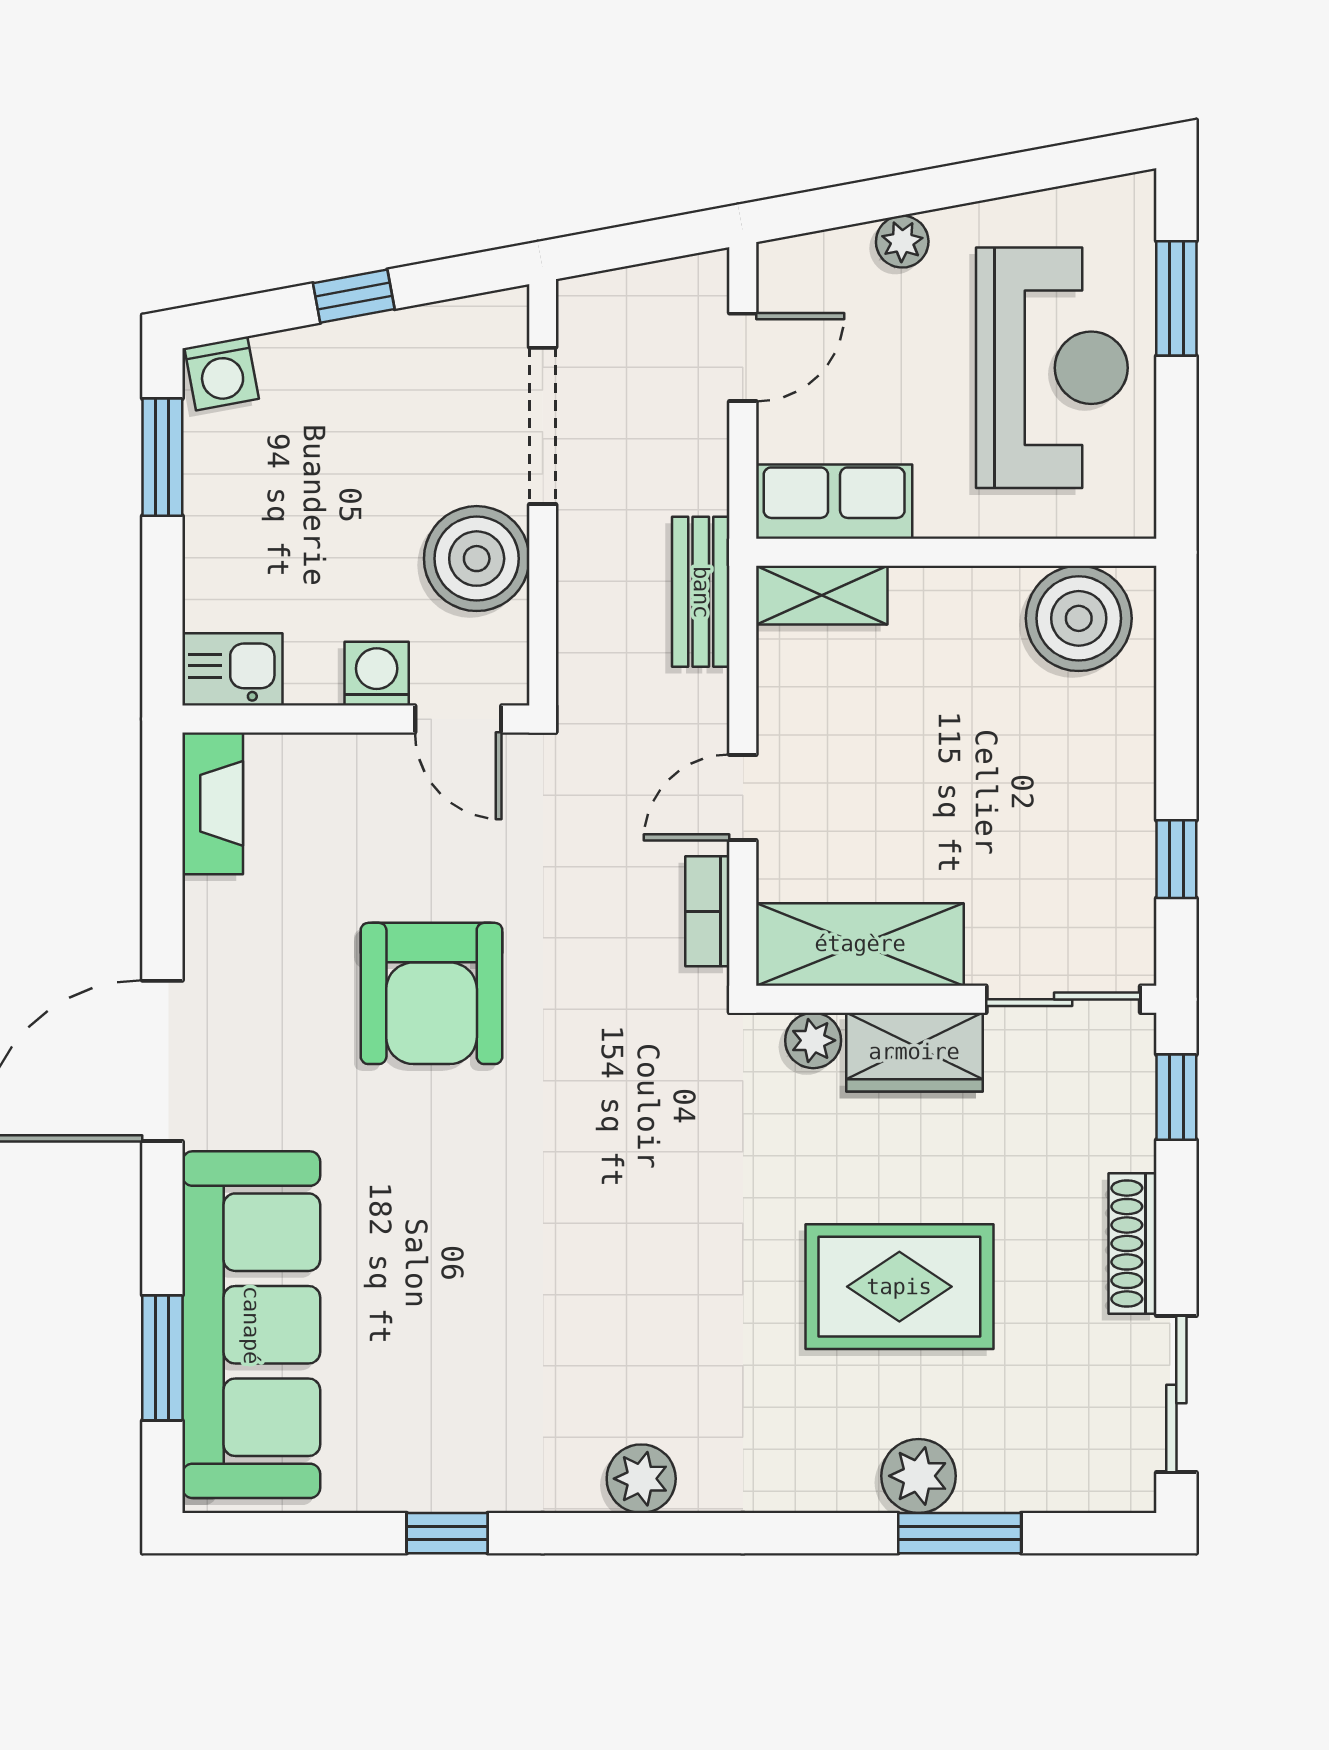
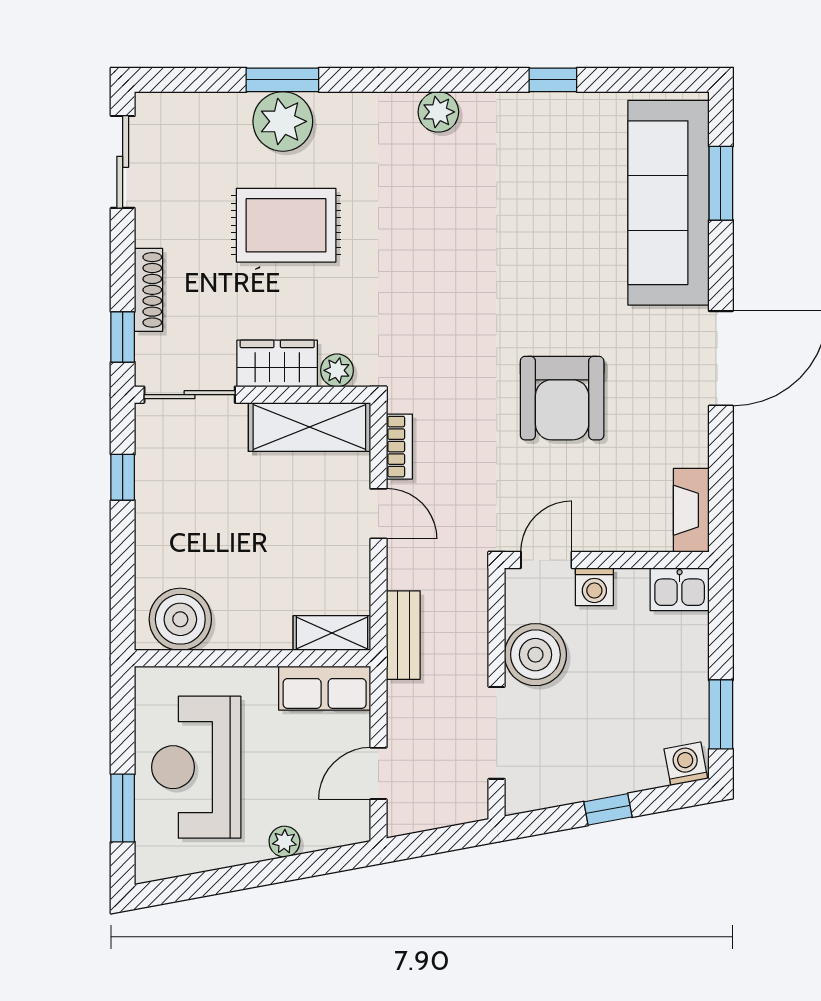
door: (458, 719) -> (546, 560), hinge flipped
door: (743, 797) -> (378, 514), hinge flipped
armchair: (432, 993) -> (562, 398), turned 180
shoe rack: (1133, 1243) -> (149, 290), moved
plant: (918, 1476) -> (283, 121), width x1.36, depth x1.36
window: (960, 1533) -> (282, 80), moved

